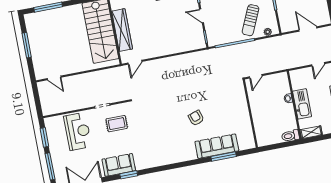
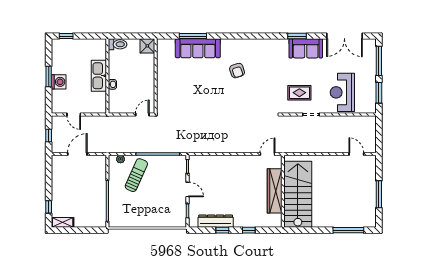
door: (308, 29) -> (77, 154), swing flipped
door: (318, 64) -> (74, 114), swing flipped
armchair: (196, 118) -> (237, 71), moved
shelving: (311, 132) -> (95, 44), removed
shower: (263, 139) -> (147, 46), added

